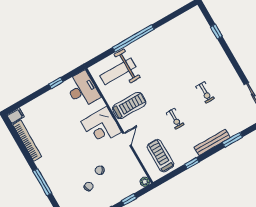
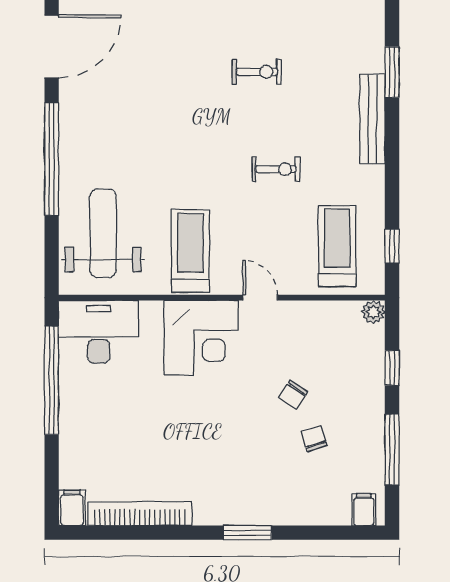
door: (173, 16) -> (52, 46), added
weight bench: (118, 71) -> (103, 233), turned 180
window: (56, 83) -> (52, 380), width x3.17
treadmill: (161, 156) -> (337, 246), turned 90
window: (192, 163) -> (392, 246), moved
window: (42, 182) -> (247, 533), width x0.69

